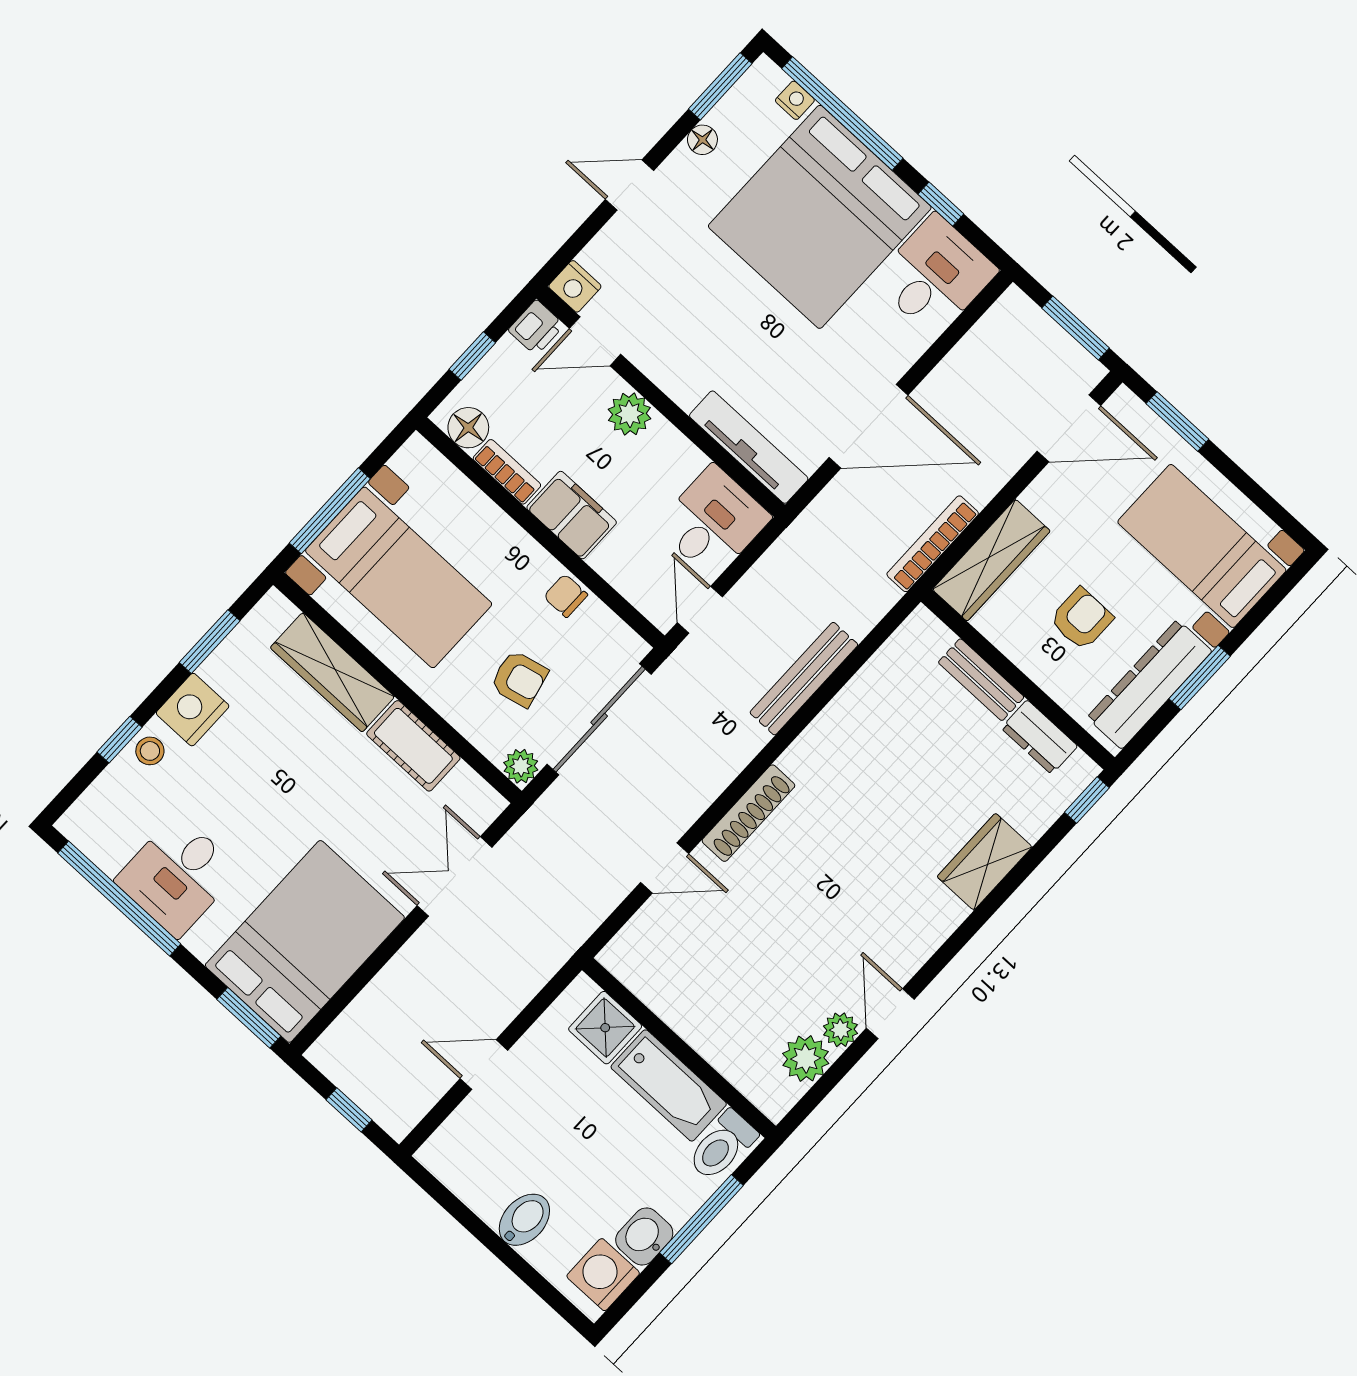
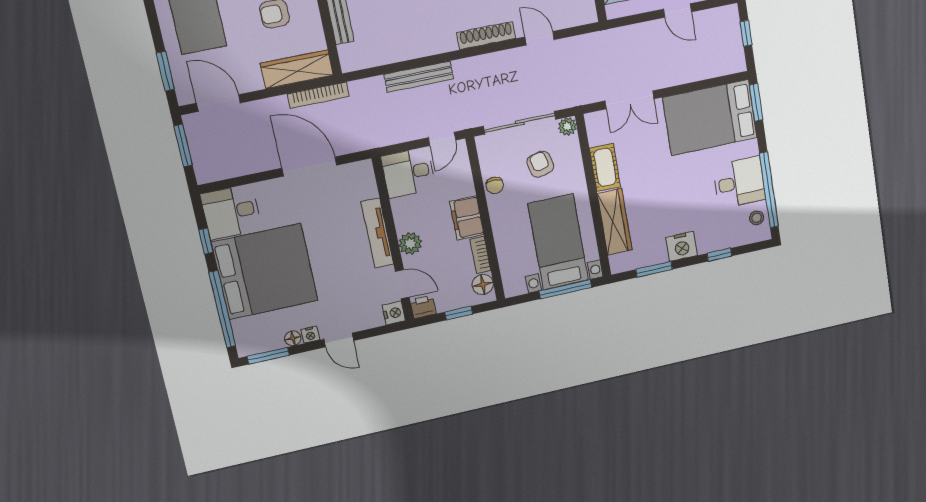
nightstand: (795, 100) -> (310, 335), moved, turned -90
tv unit: (749, 447) -> (377, 233), moved
stool: (150, 751) -> (757, 218), moved

